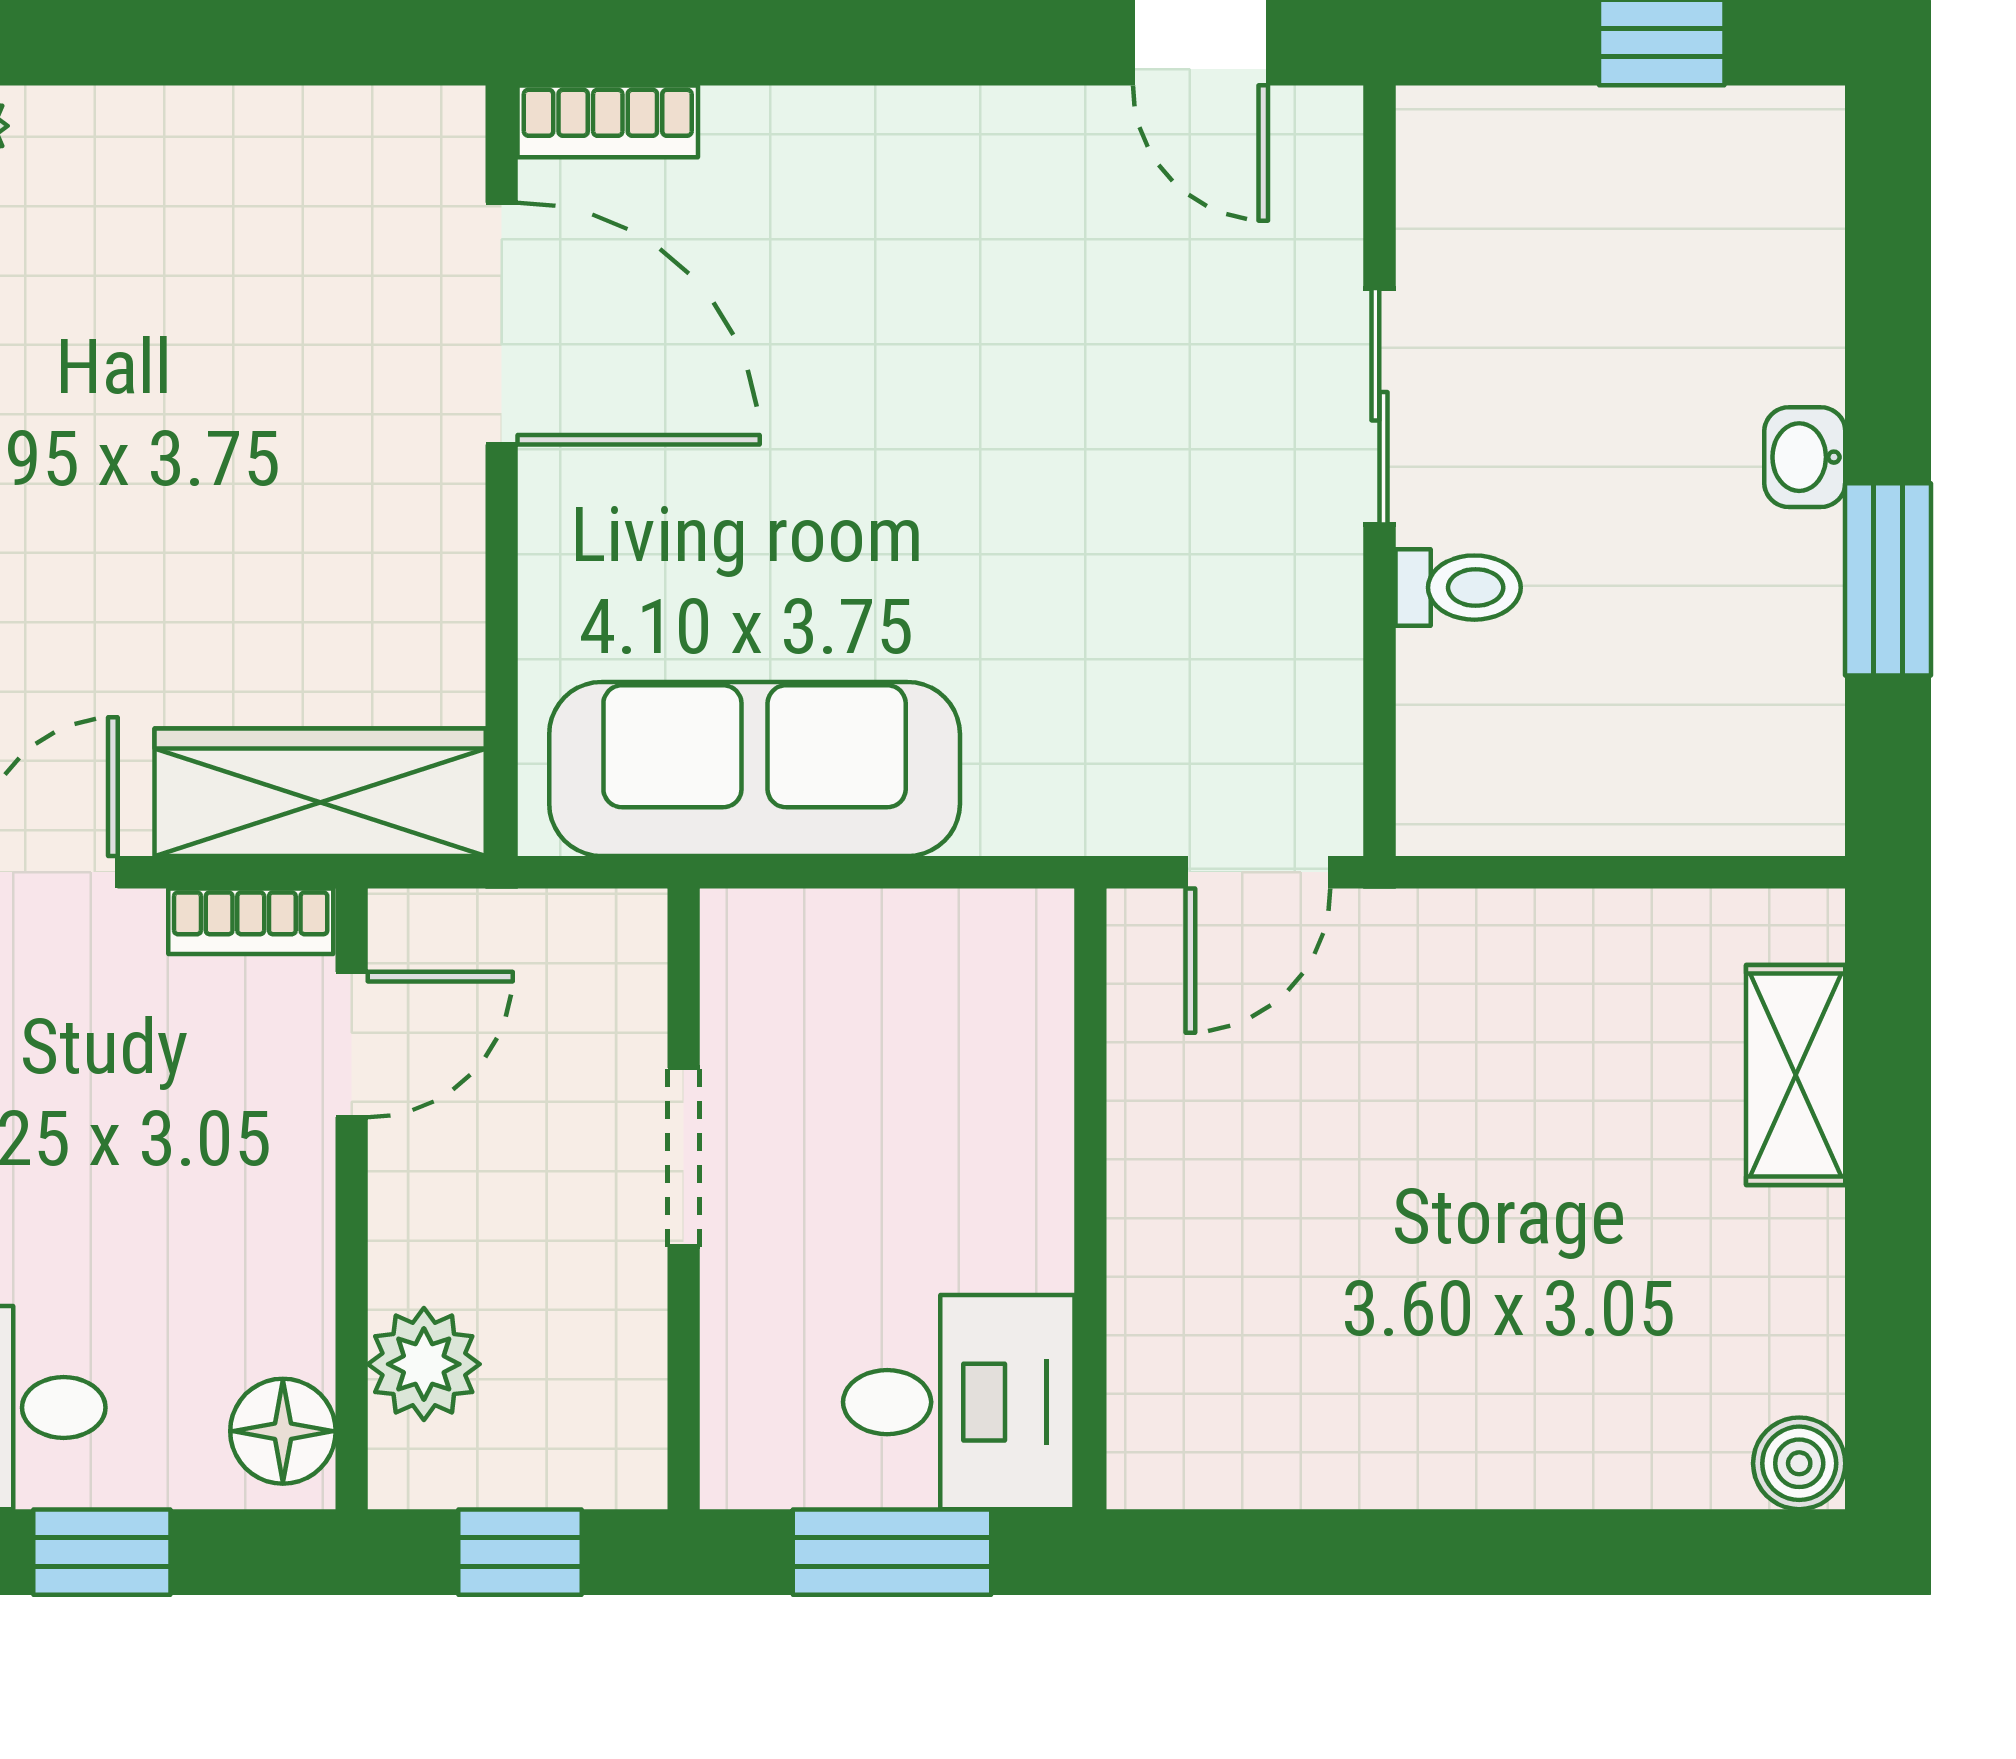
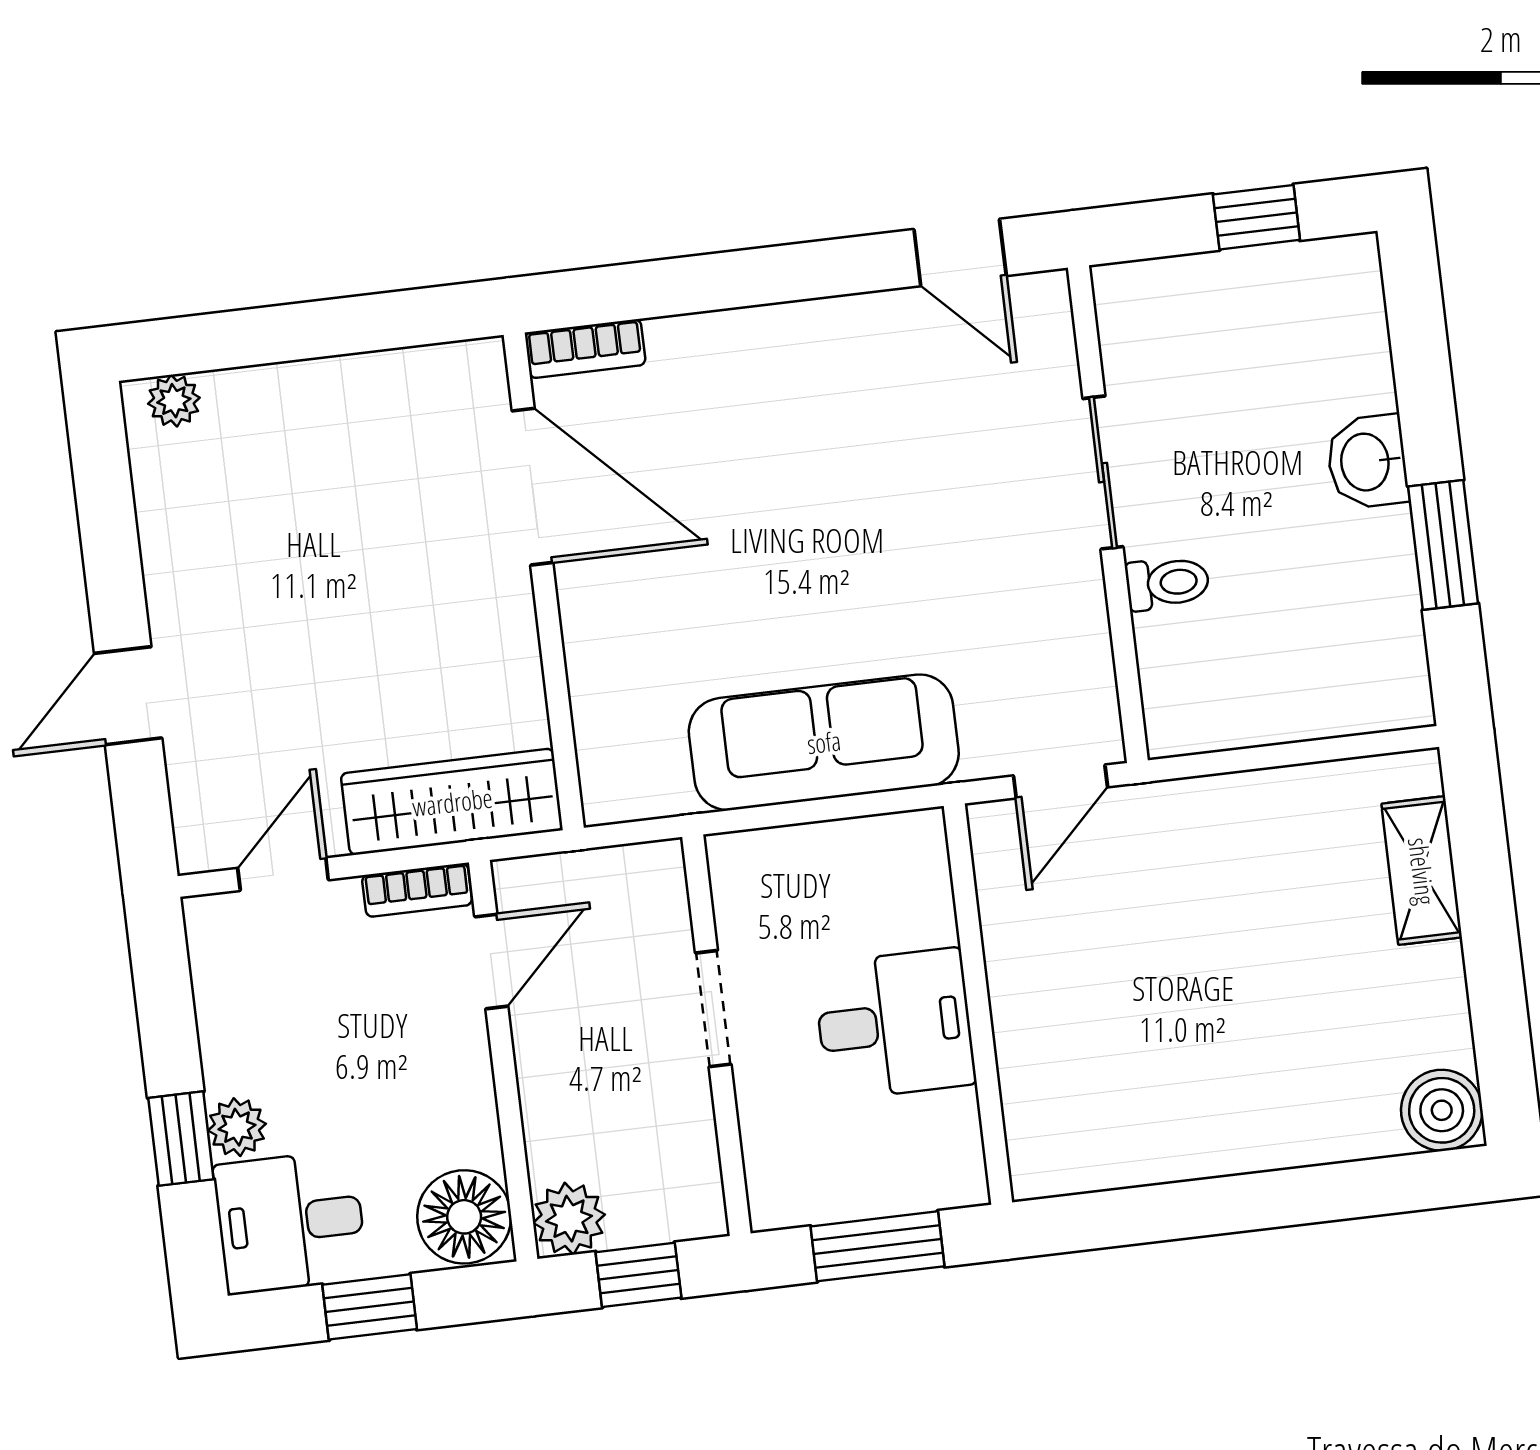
washbasin: (1805, 457) -> (1367, 462), width x1.38, depth x1.45
sofa: (755, 769) -> (824, 742), moved
plant: (424, 1364) -> (569, 1219), moved
desk: (959, 1402) -> (895, 1024), moved
floor lamp: (283, 1431) -> (464, 1217), width x1.38, depth x1.38
boiler: (1799, 1463) -> (1442, 1110), width x1.36, depth x1.36

